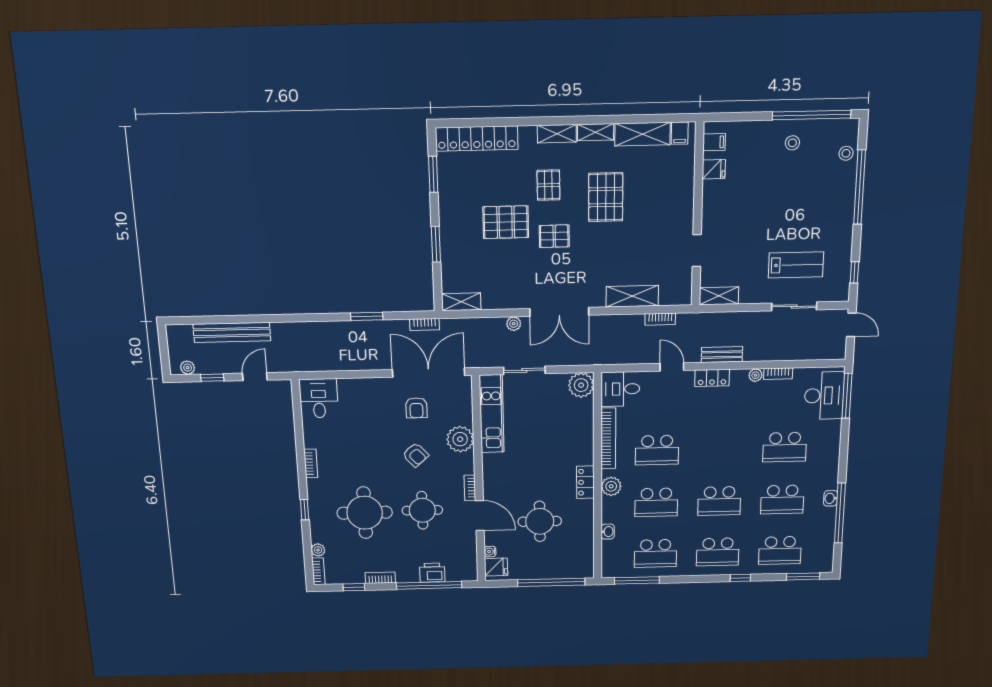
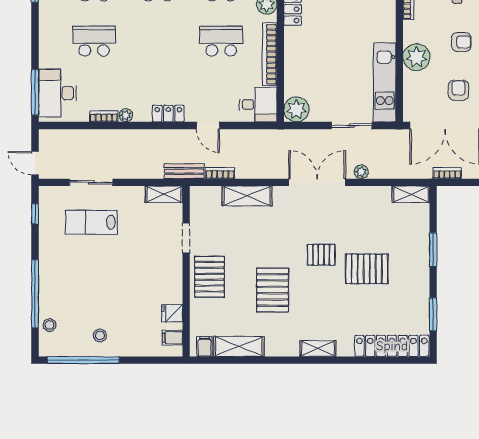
shelving: (596, 132) -> (282, 349), removed
pallet: (548, 185) -> (210, 277), moved, width x1.50, depth x1.42
bench: (722, 355) -> (184, 171), moved
armchair: (416, 455) -> (461, 42), turned 132

